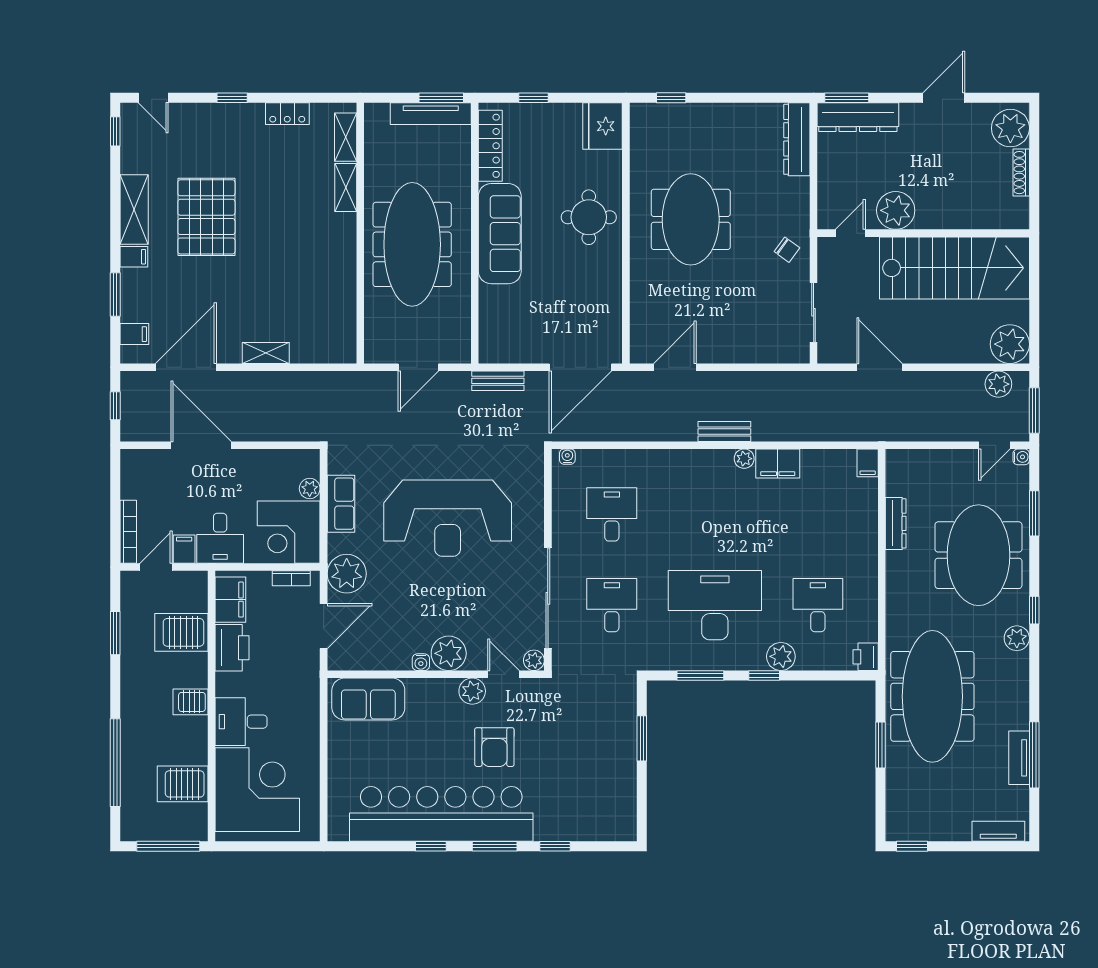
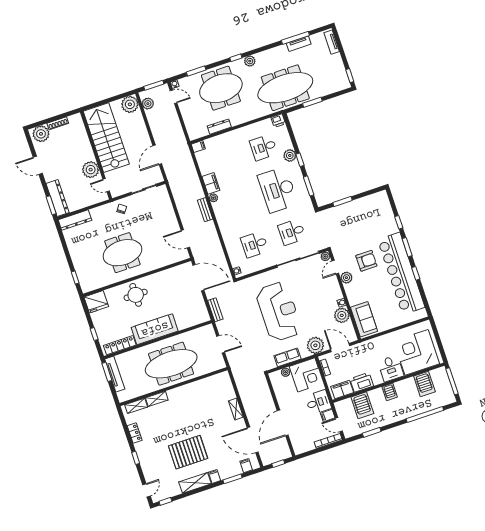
plant: (449, 653) -> (342, 315), moved

